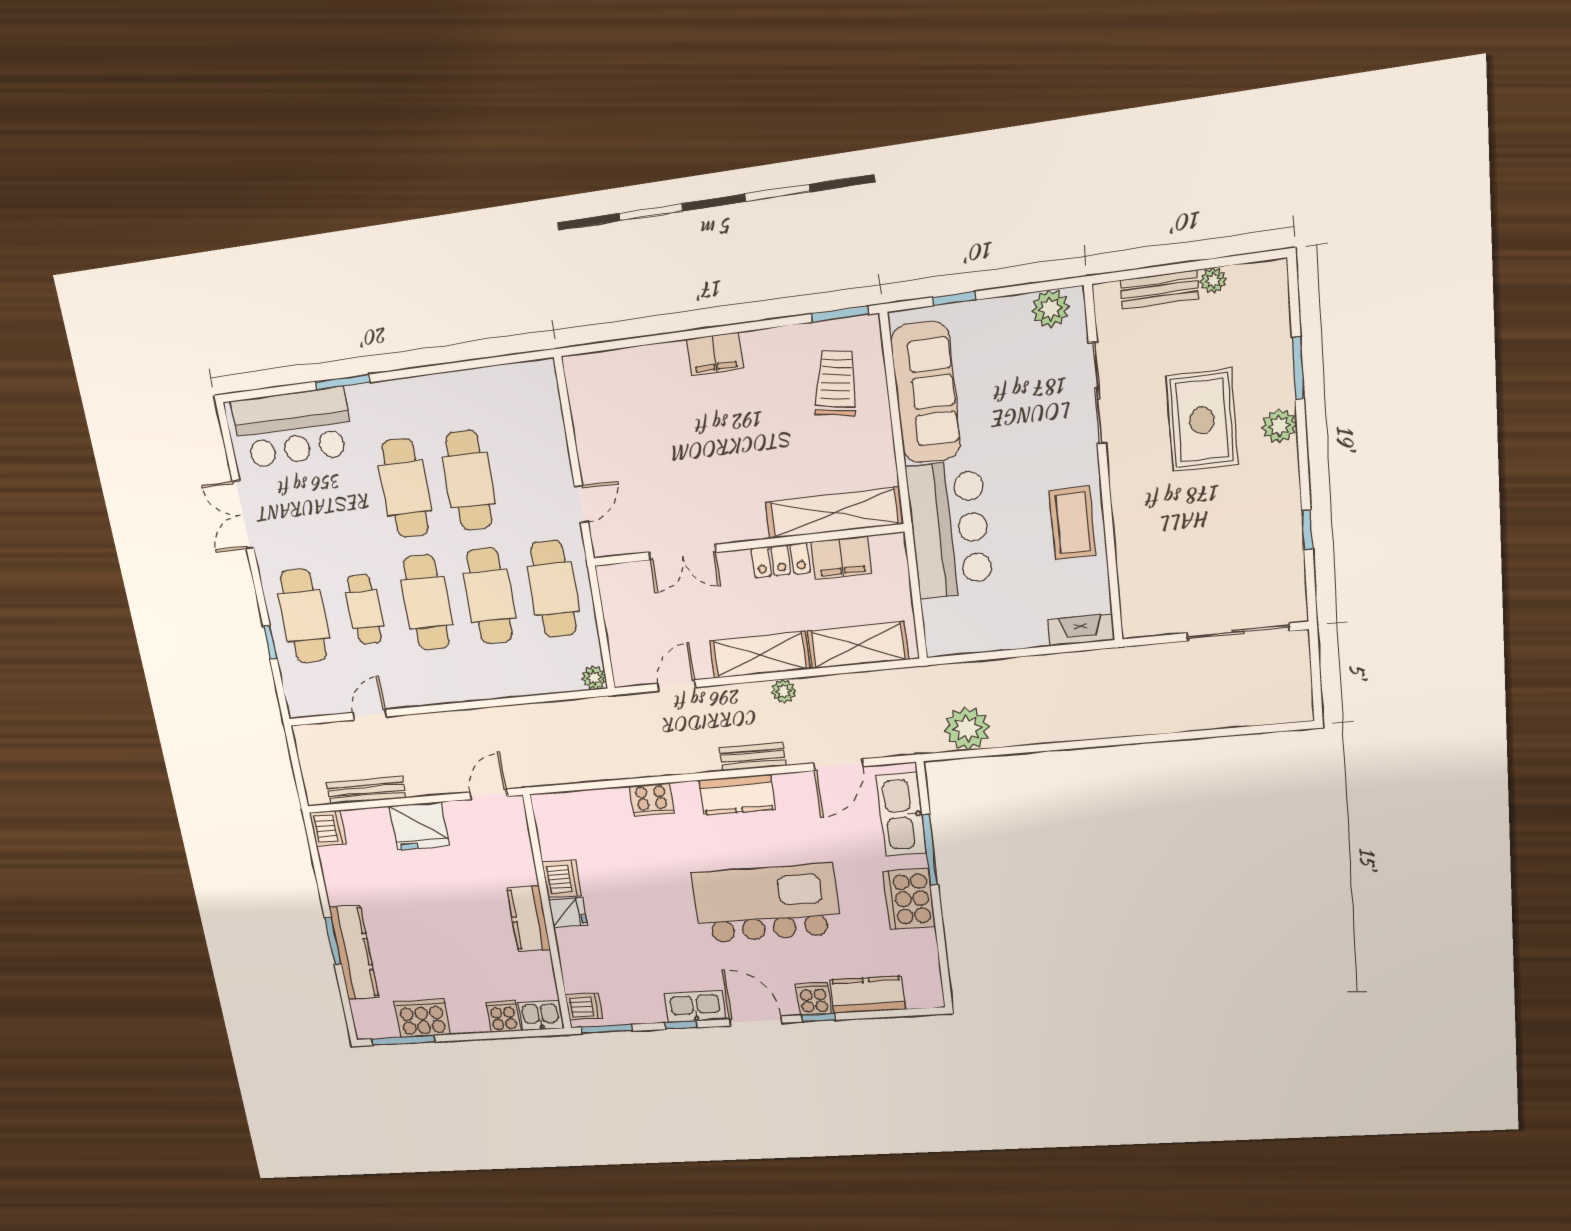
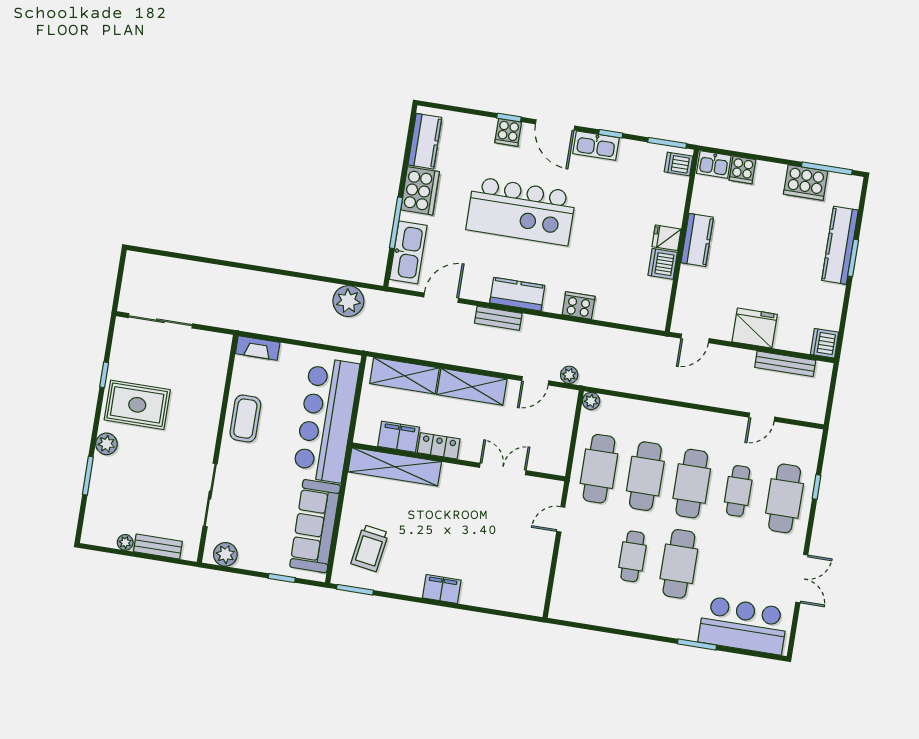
rug: (1202, 420) -> (137, 405), moved, turned 90
cafe table: (469, 480) -> (632, 556), width x0.73, depth x0.74
bar counter: (950, 530) -> (326, 420), width x1.36
plant: (784, 691) -> (569, 375), moved
kitchen counter: (867, 995) -> (425, 141), moved, turned -90

